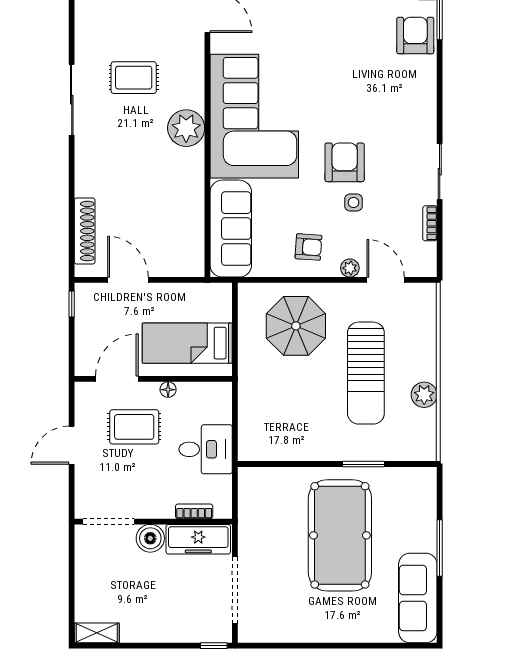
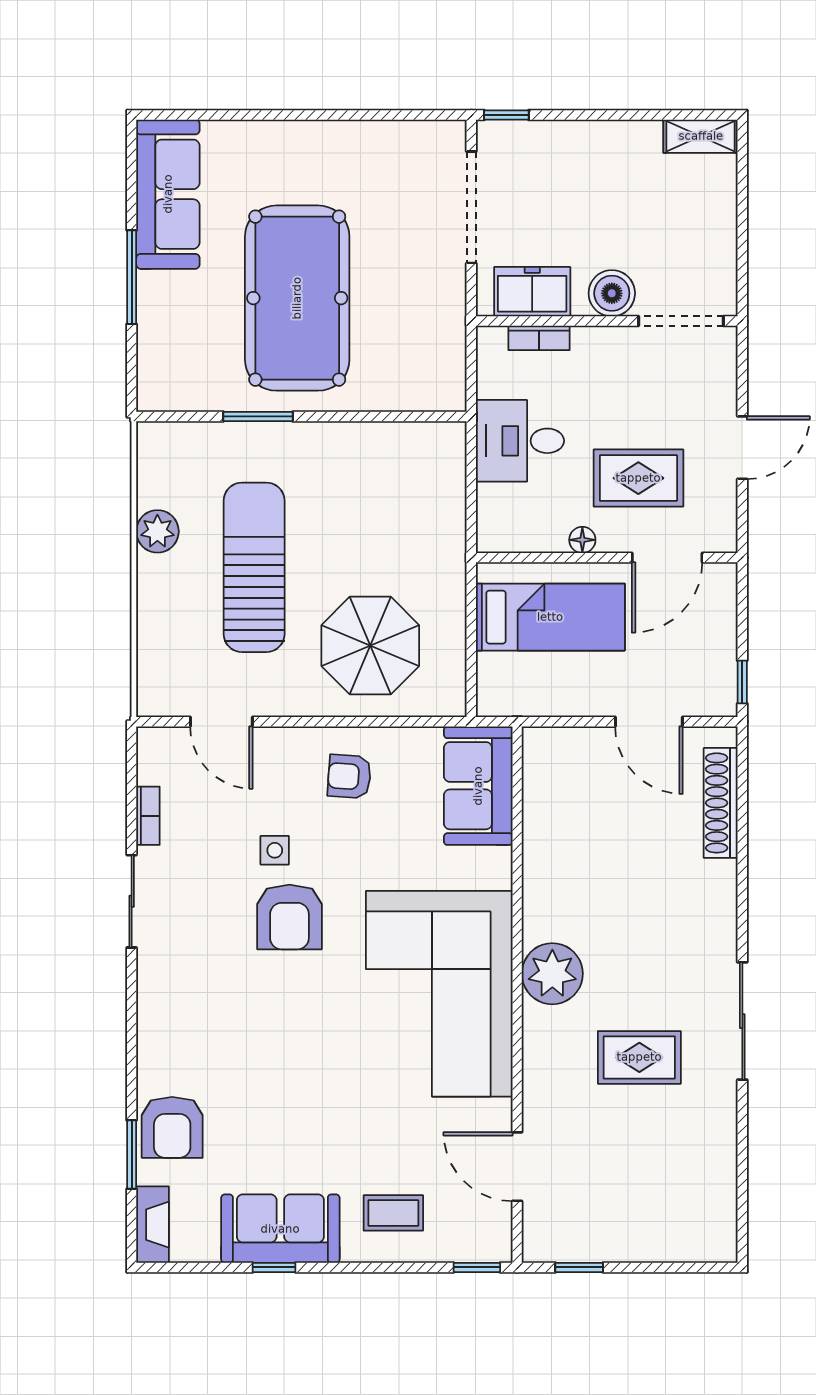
sofa: (231, 229) -> (478, 786), width x0.73
plant: (350, 268) -> (281, 742), removed
freezer: (198, 539) -> (532, 292), width x0.71

